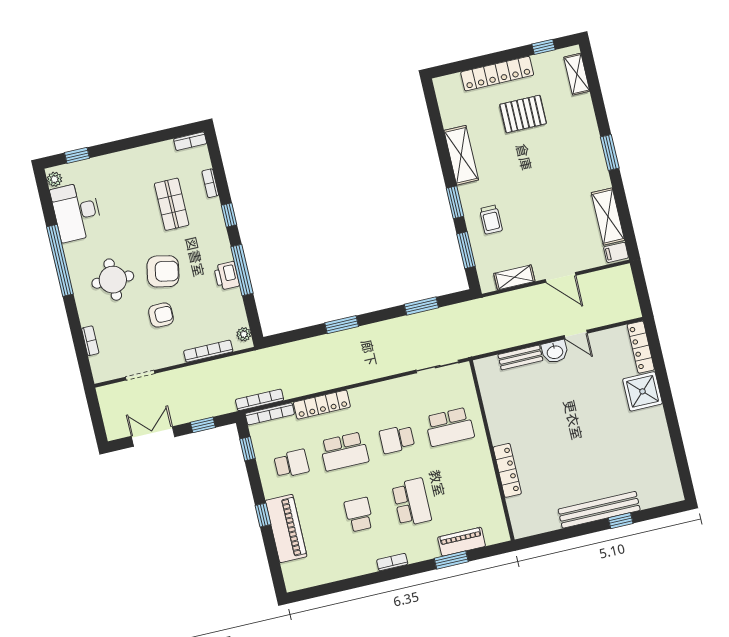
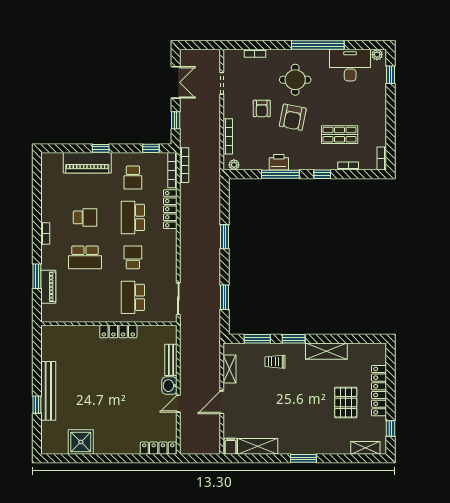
shower: (643, 391) -> (81, 442), moved
locker: (507, 470) -> (118, 332), moved

